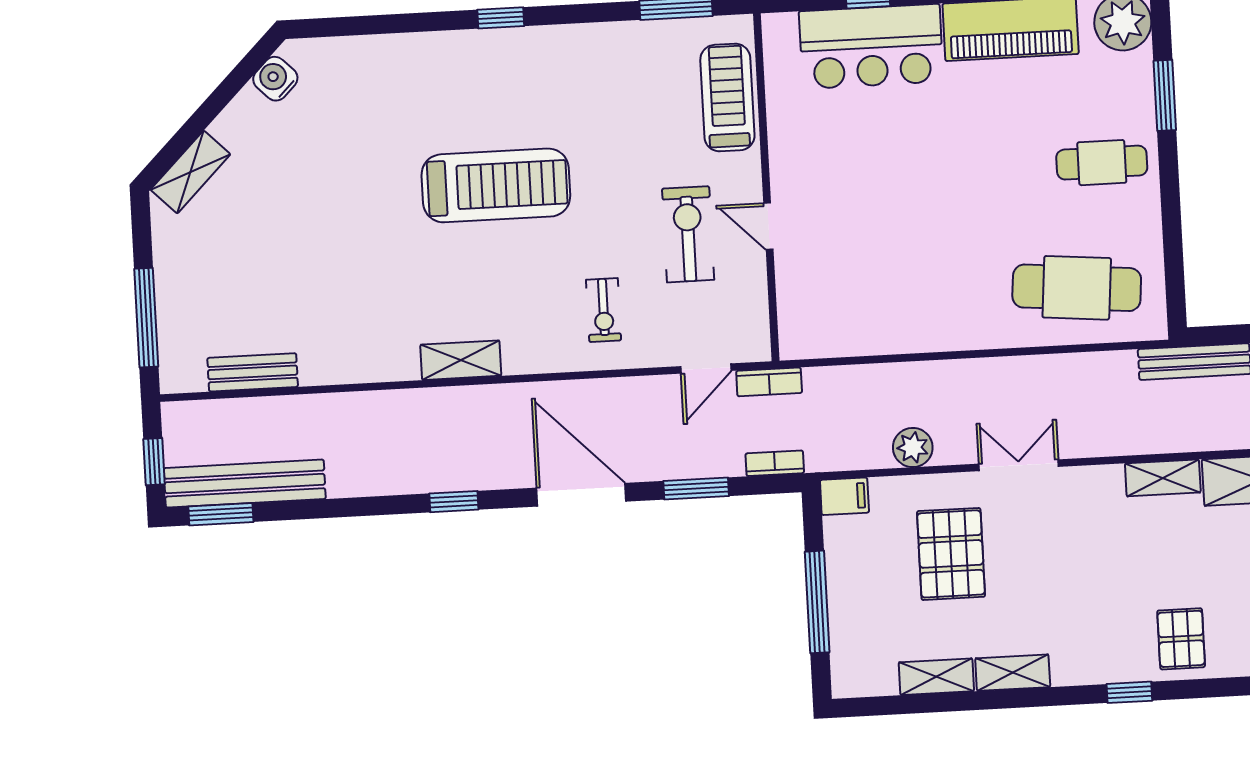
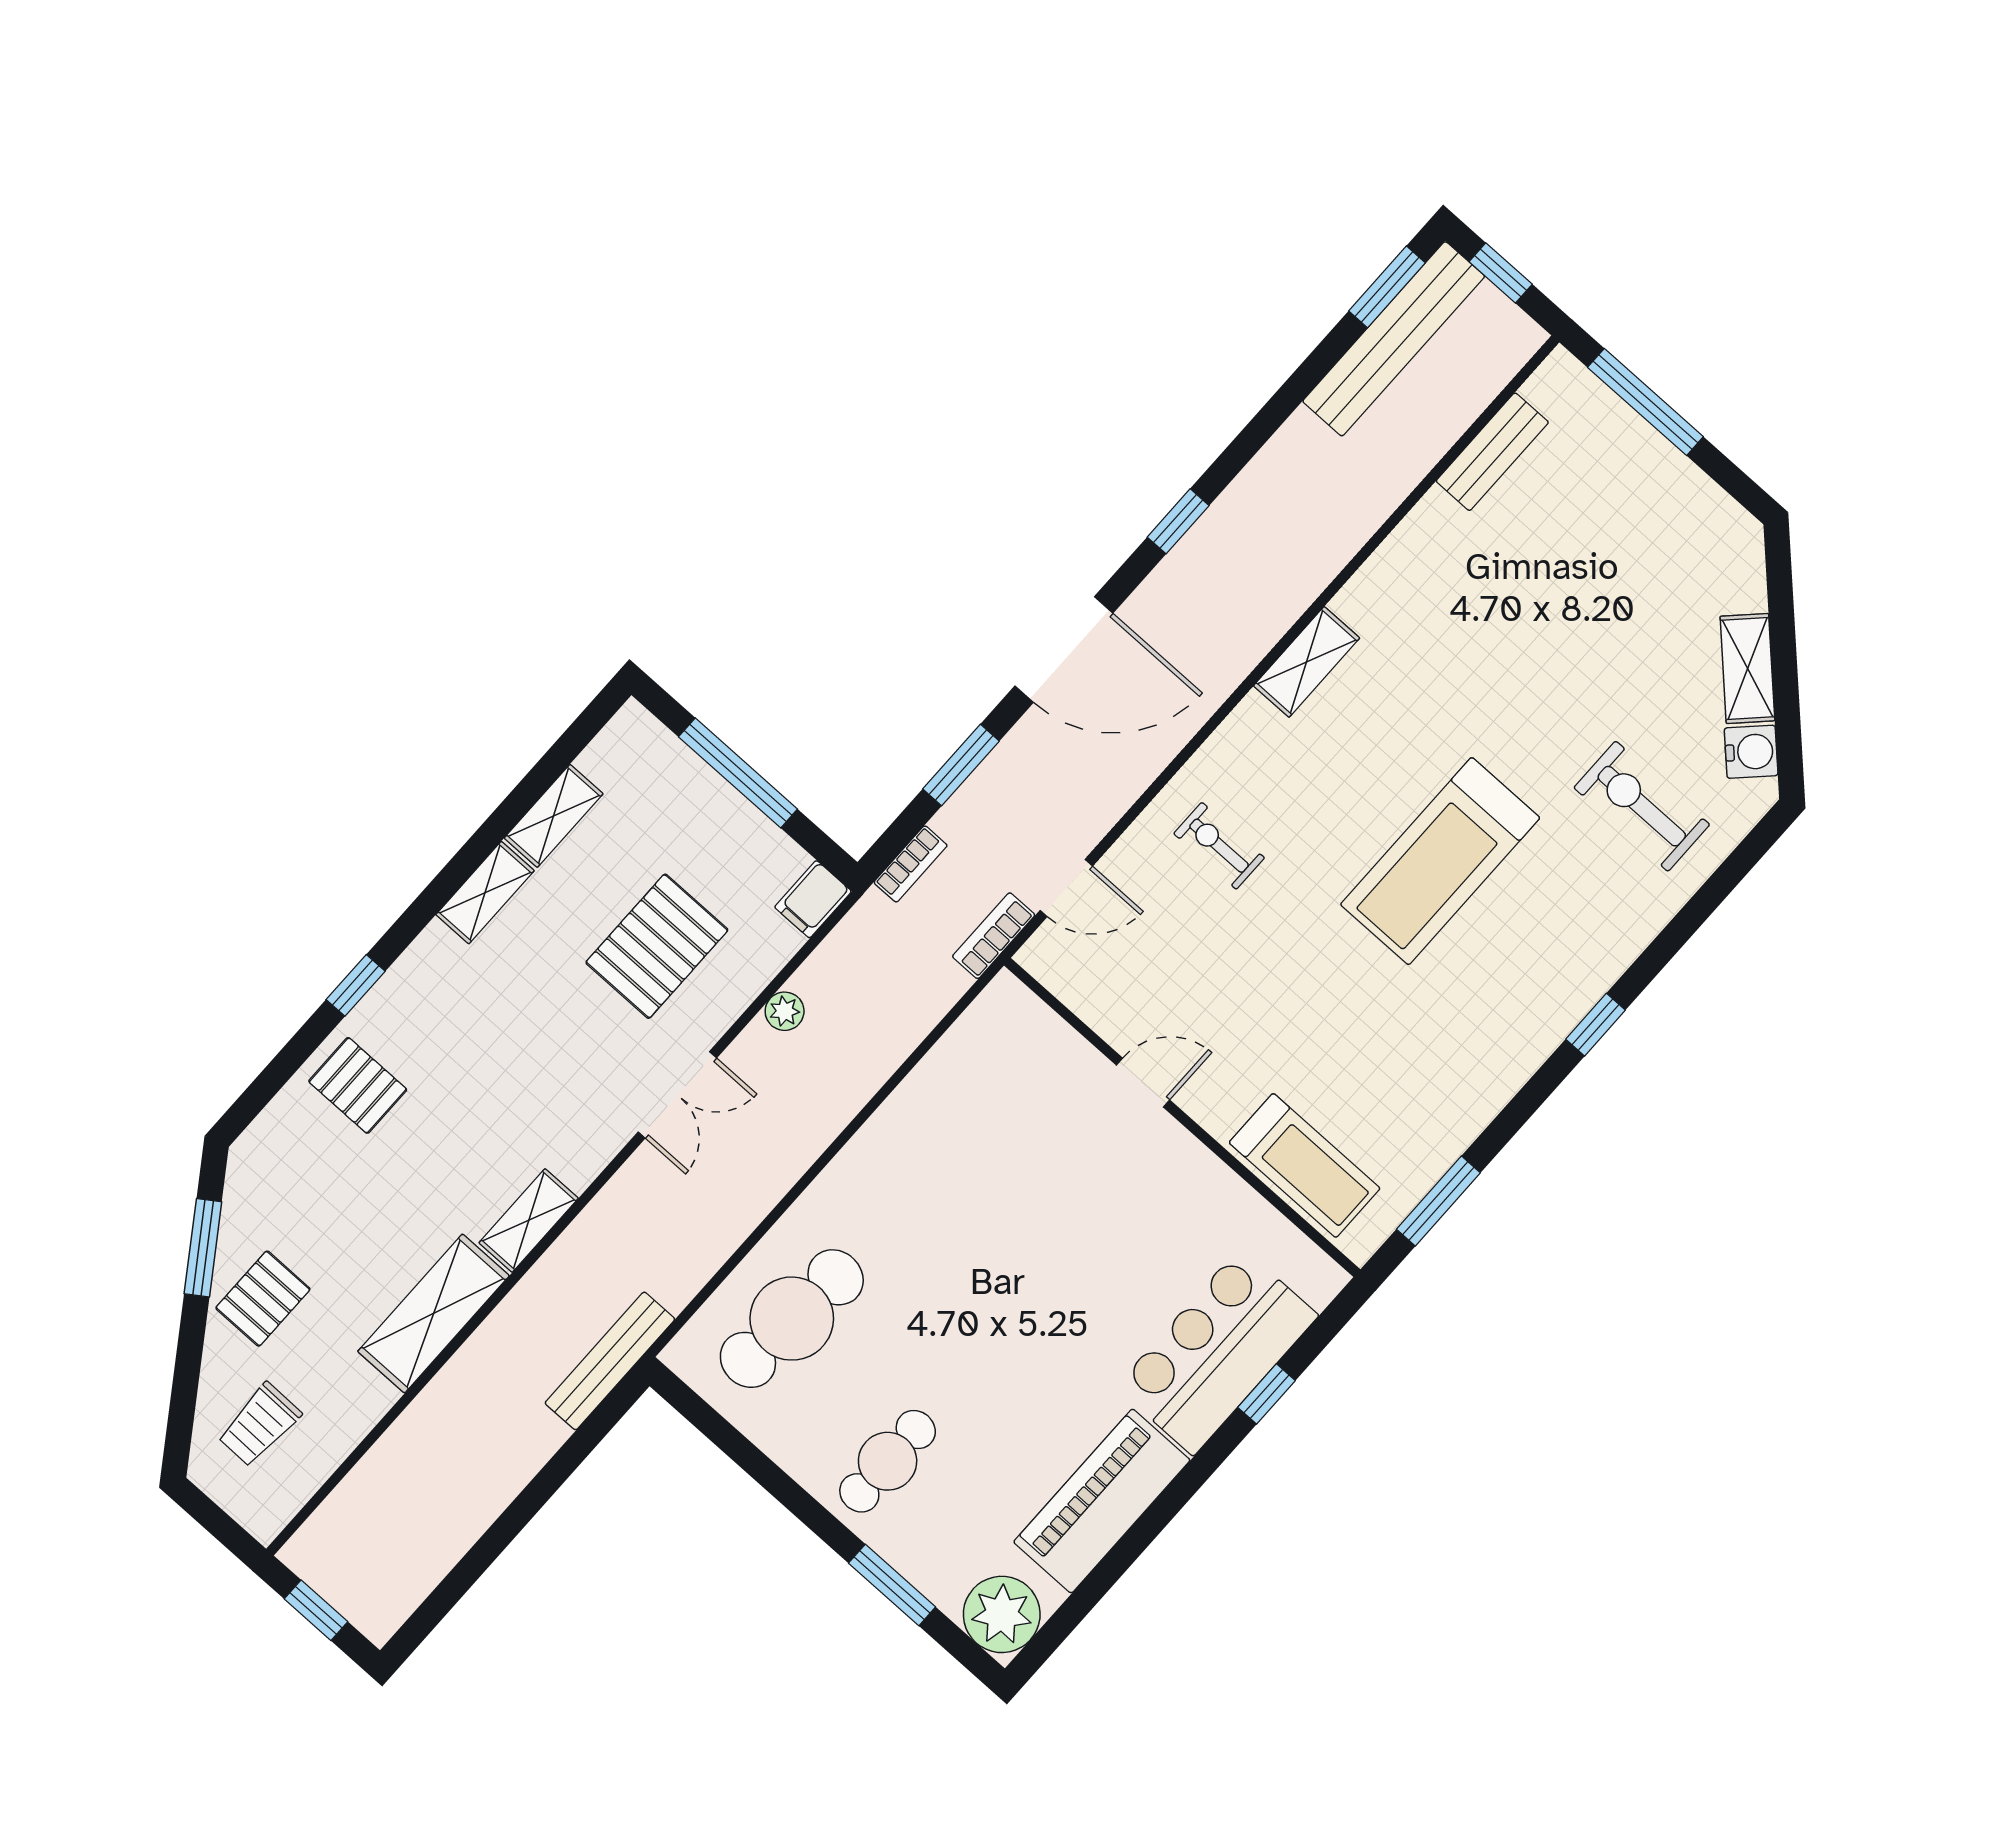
shelving: (190, 172) -> (1747, 669), moved
exercise bike: (688, 234) -> (1642, 806), moved, turned 180
door: (706, 369) -> (1066, 888), swing flipped
plant: (913, 447) -> (785, 1011), width x0.73, depth x0.73
pallet: (951, 554) -> (657, 946), turned 90

